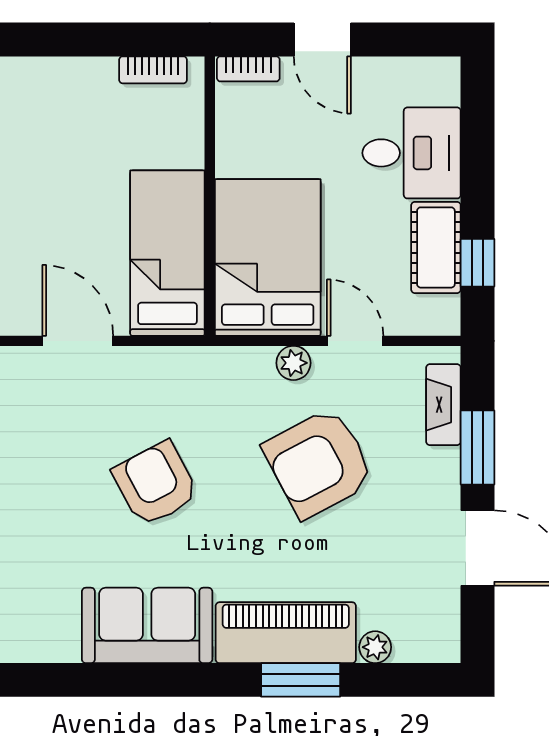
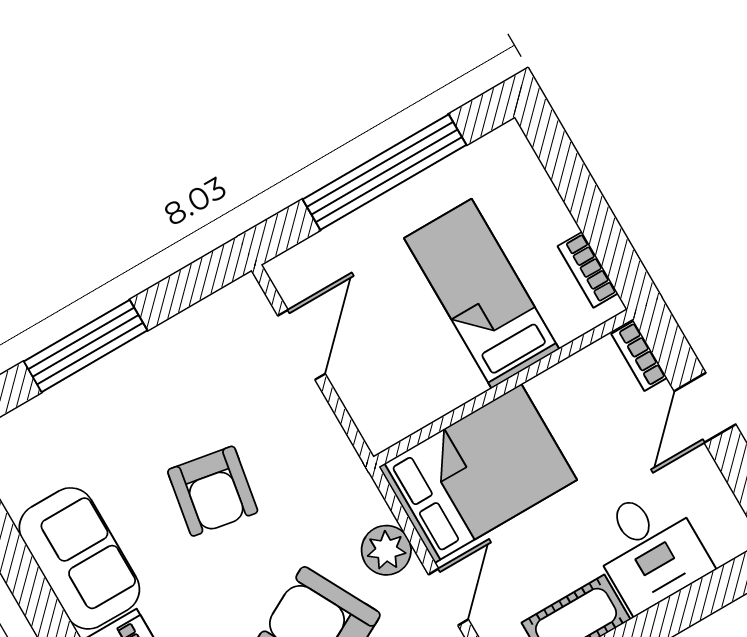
bed: (167, 253) -> (482, 294), moved, turned -90
plant: (293, 363) -> (386, 550), width x1.38, depth x1.38
armchair: (156, 484) -> (213, 491), turned 128

